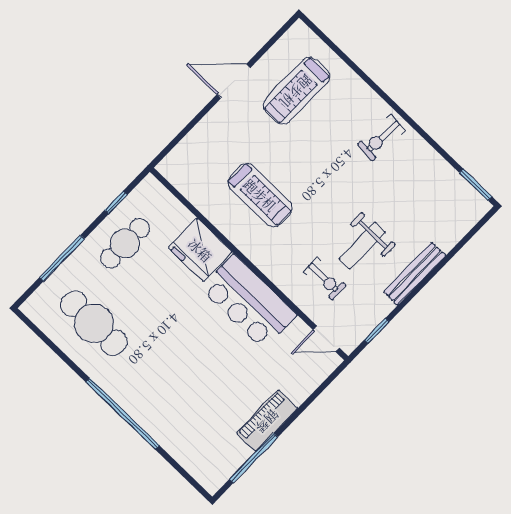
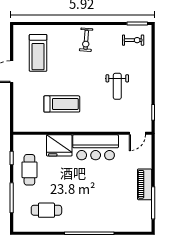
bench: (415, 274) -> (147, 78), removed
exercise bike: (325, 279) -> (133, 40), moved
cafe table: (94, 323) -> (46, 210), width x0.73, depth x0.74

